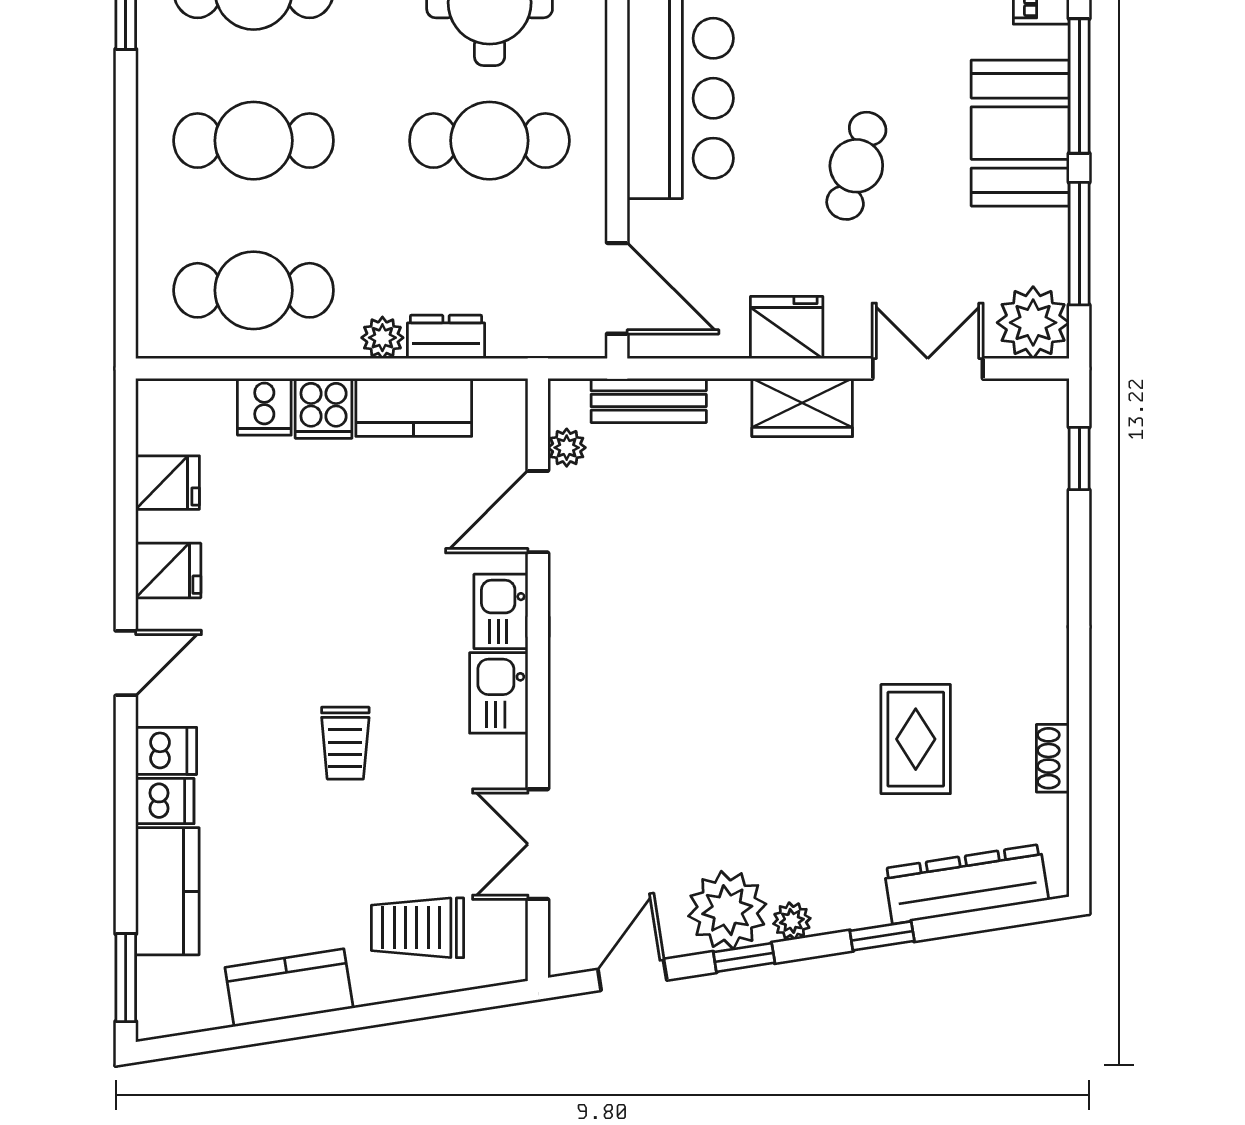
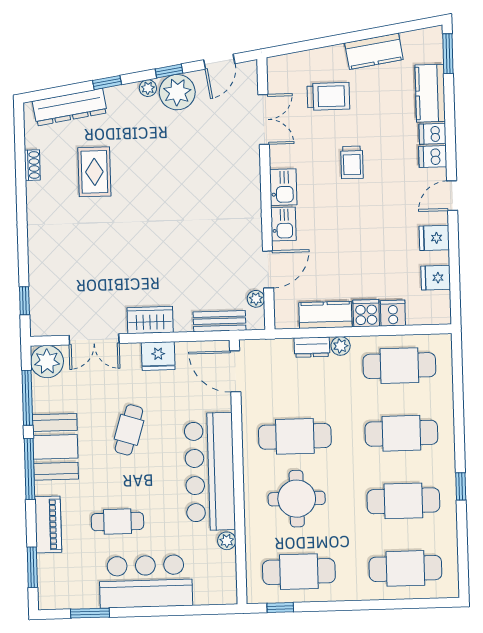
trolley: (345, 743) -> (352, 162), turned 180
trolley: (418, 928) -> (328, 96), moved

